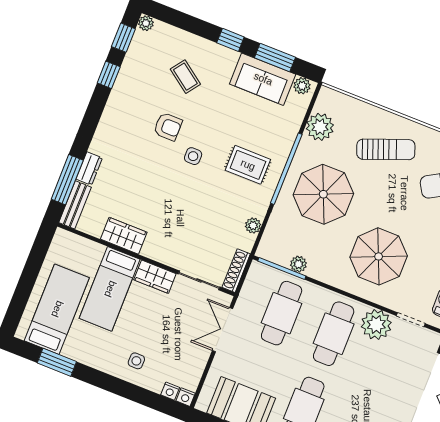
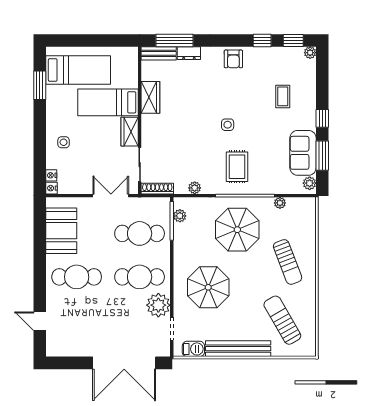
coffee table: (185, 77) -> (283, 96), turned -36
armchair: (168, 127) -> (233, 59), moved
plant: (320, 127) -> (280, 203), width x0.53, depth x0.53
plant: (298, 264) -> (180, 216), moved

